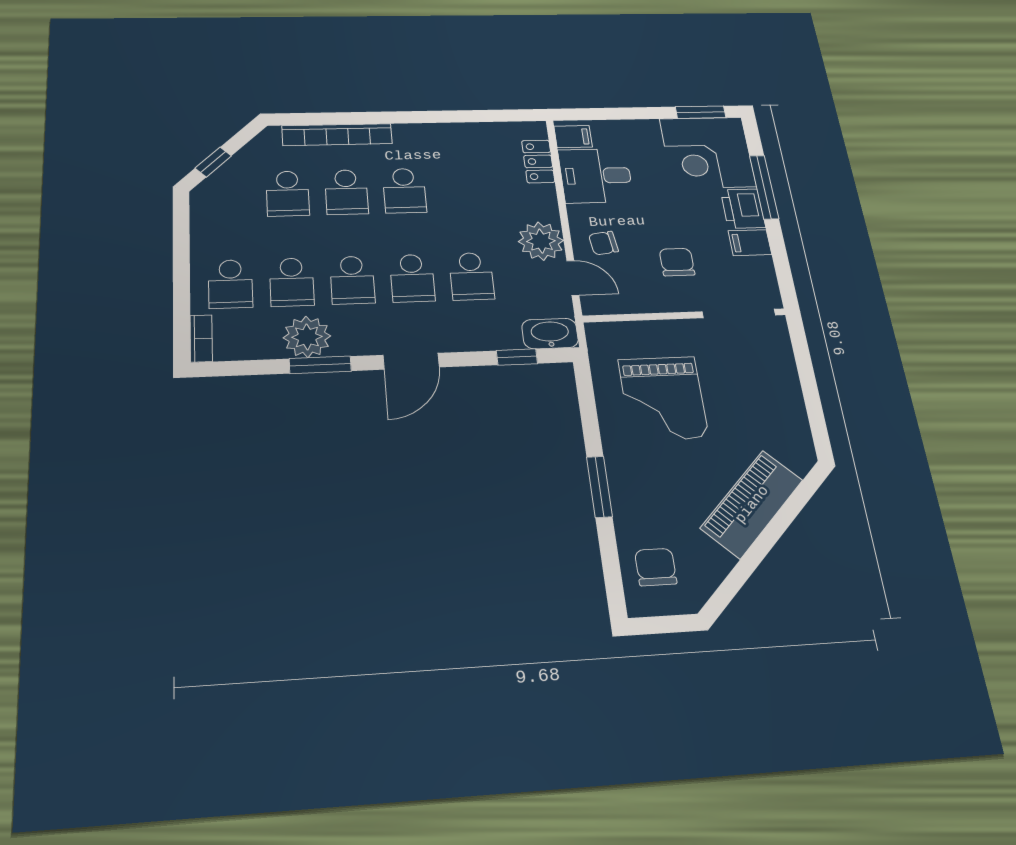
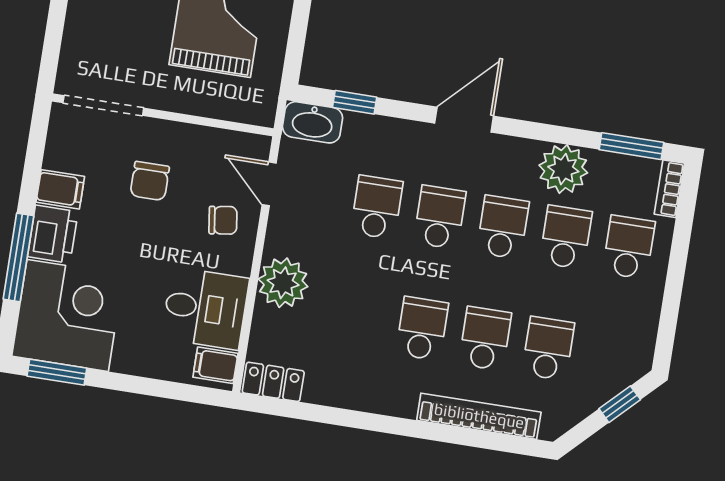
locker: (538, 161) -> (273, 382), moved, turned -90
plant: (541, 241) -> (283, 283), moved
window: (320, 365) -> (631, 146), moved

